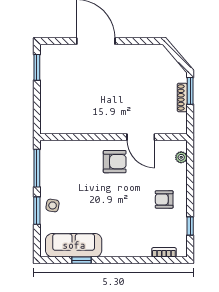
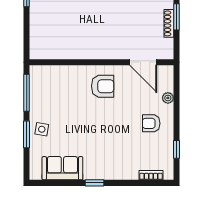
door: (141, 137) -> (143, 62), moved
plant: (181, 157) -> (168, 98), moved
sofa: (74, 245) -> (62, 168), width x0.73
window: (82, 260) -> (95, 183), moved

